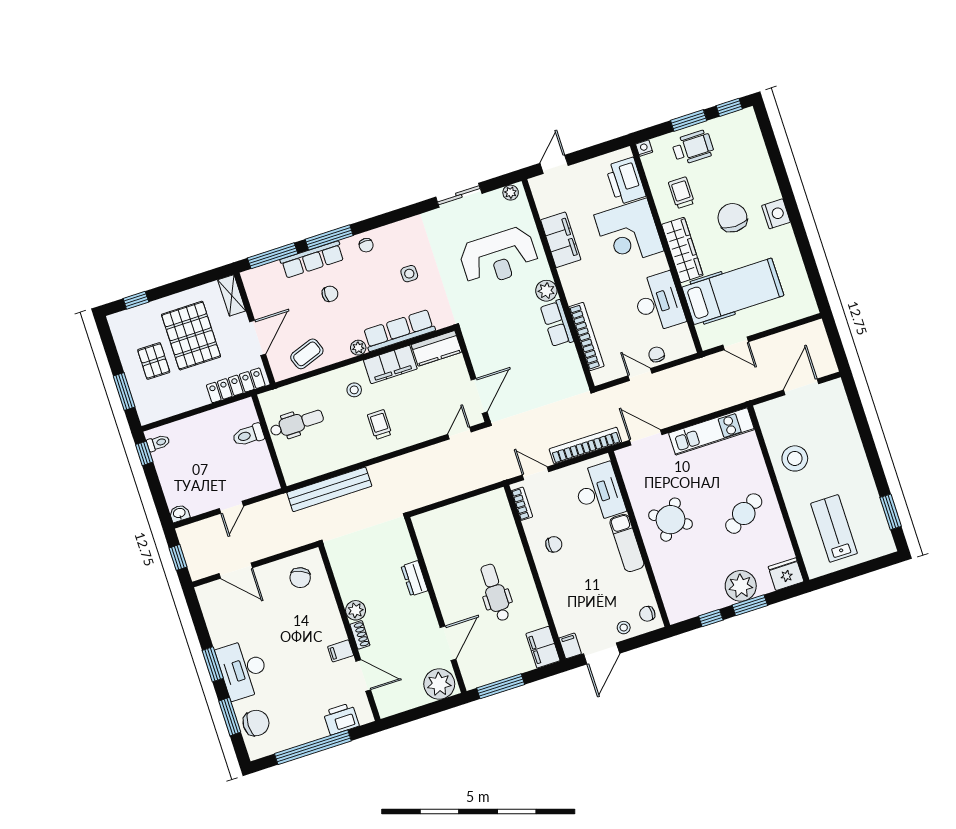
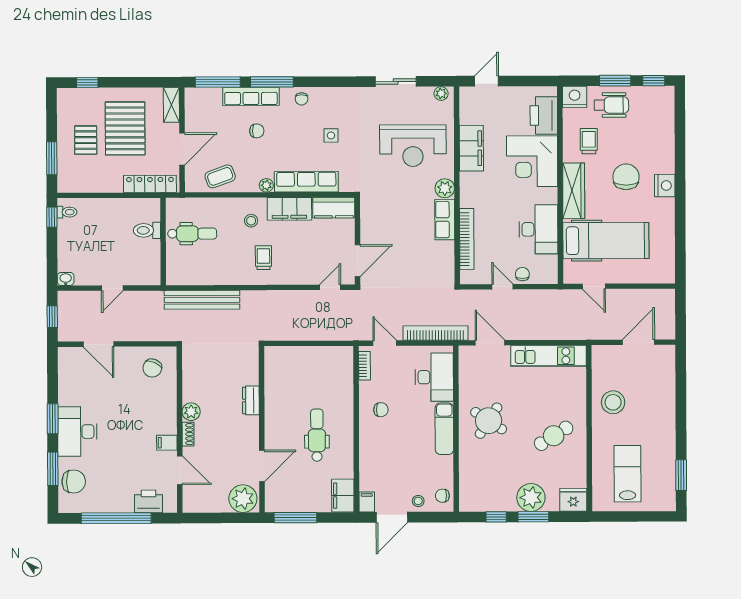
nightstand: (644, 148) -> (575, 97), width x1.89, depth x1.79

